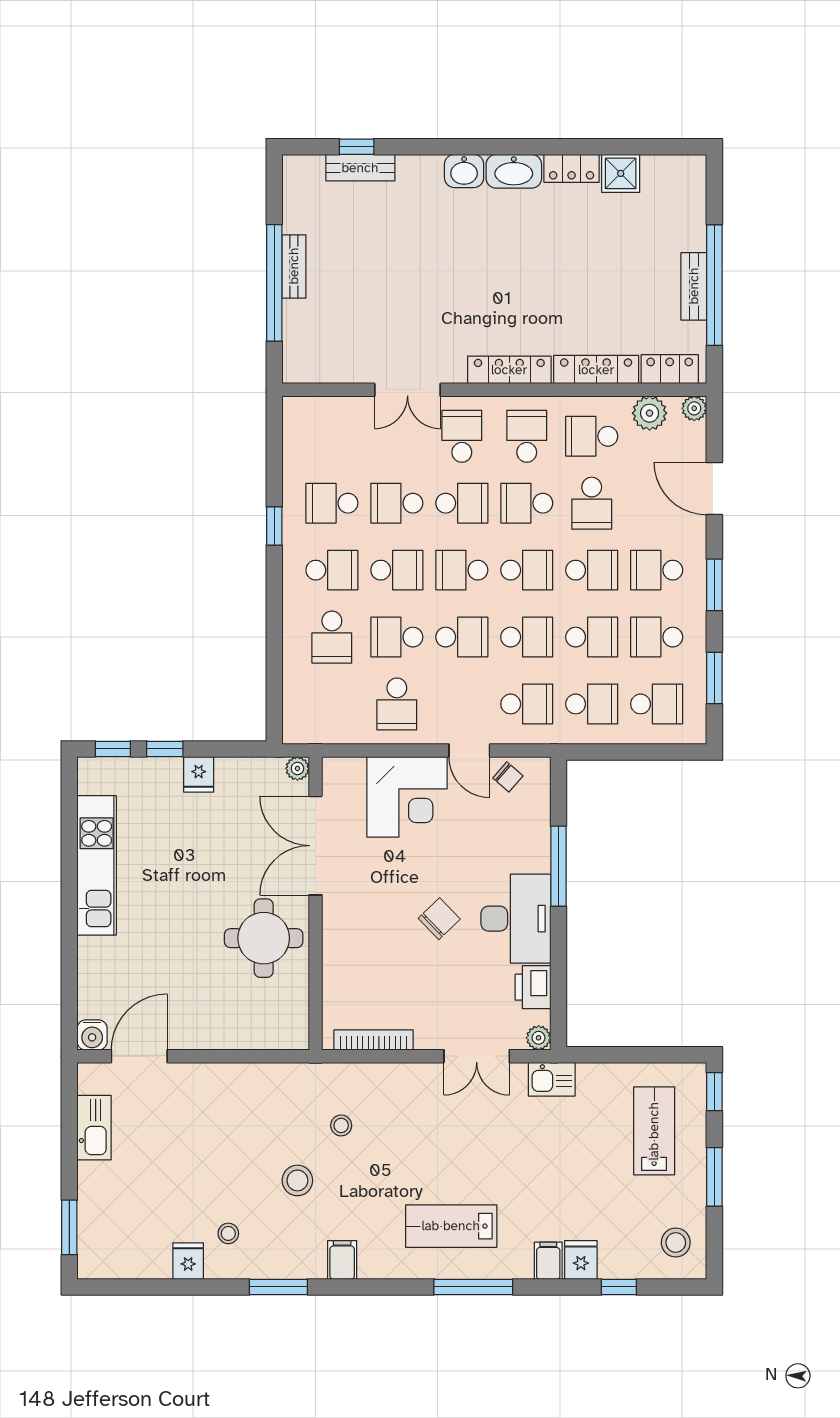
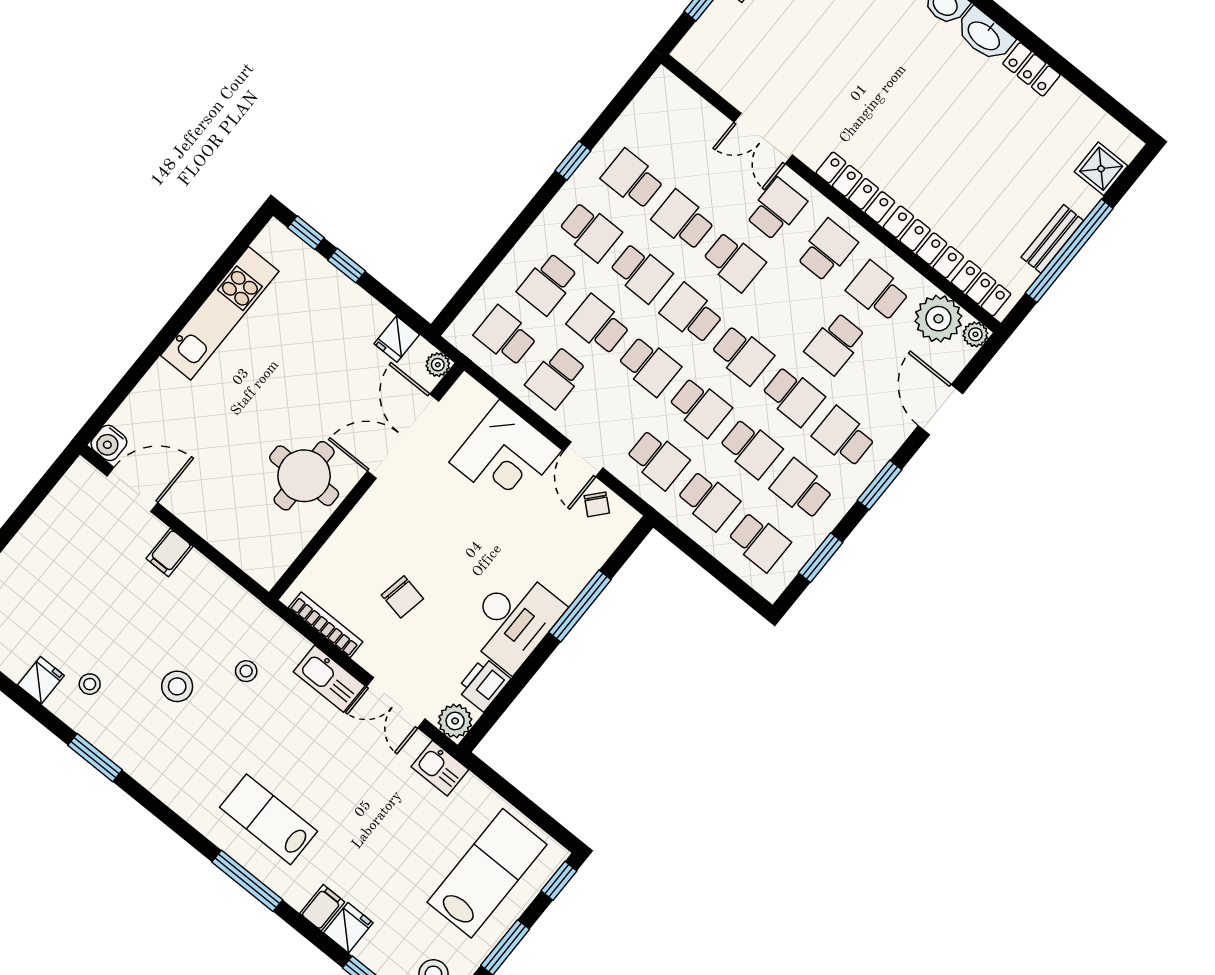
shower: (621, 173) -> (1101, 169), moved
plant: (650, 413) -> (938, 319), width x1.36, depth x1.36
school desk: (527, 503) -> (505, 336), moved
fridge: (199, 774) -> (397, 339), moved
chair: (439, 919) -> (402, 597), moved, turned 55
plant: (539, 1038) -> (455, 721), width x1.38, depth x1.38
kitchen sink: (94, 1128) -> (329, 679), moved, turned 90
lab bench: (654, 1131) -> (487, 873), width x1.36, depth x1.39
filing cabinet: (342, 1260) -> (169, 552), moved, turned 180

